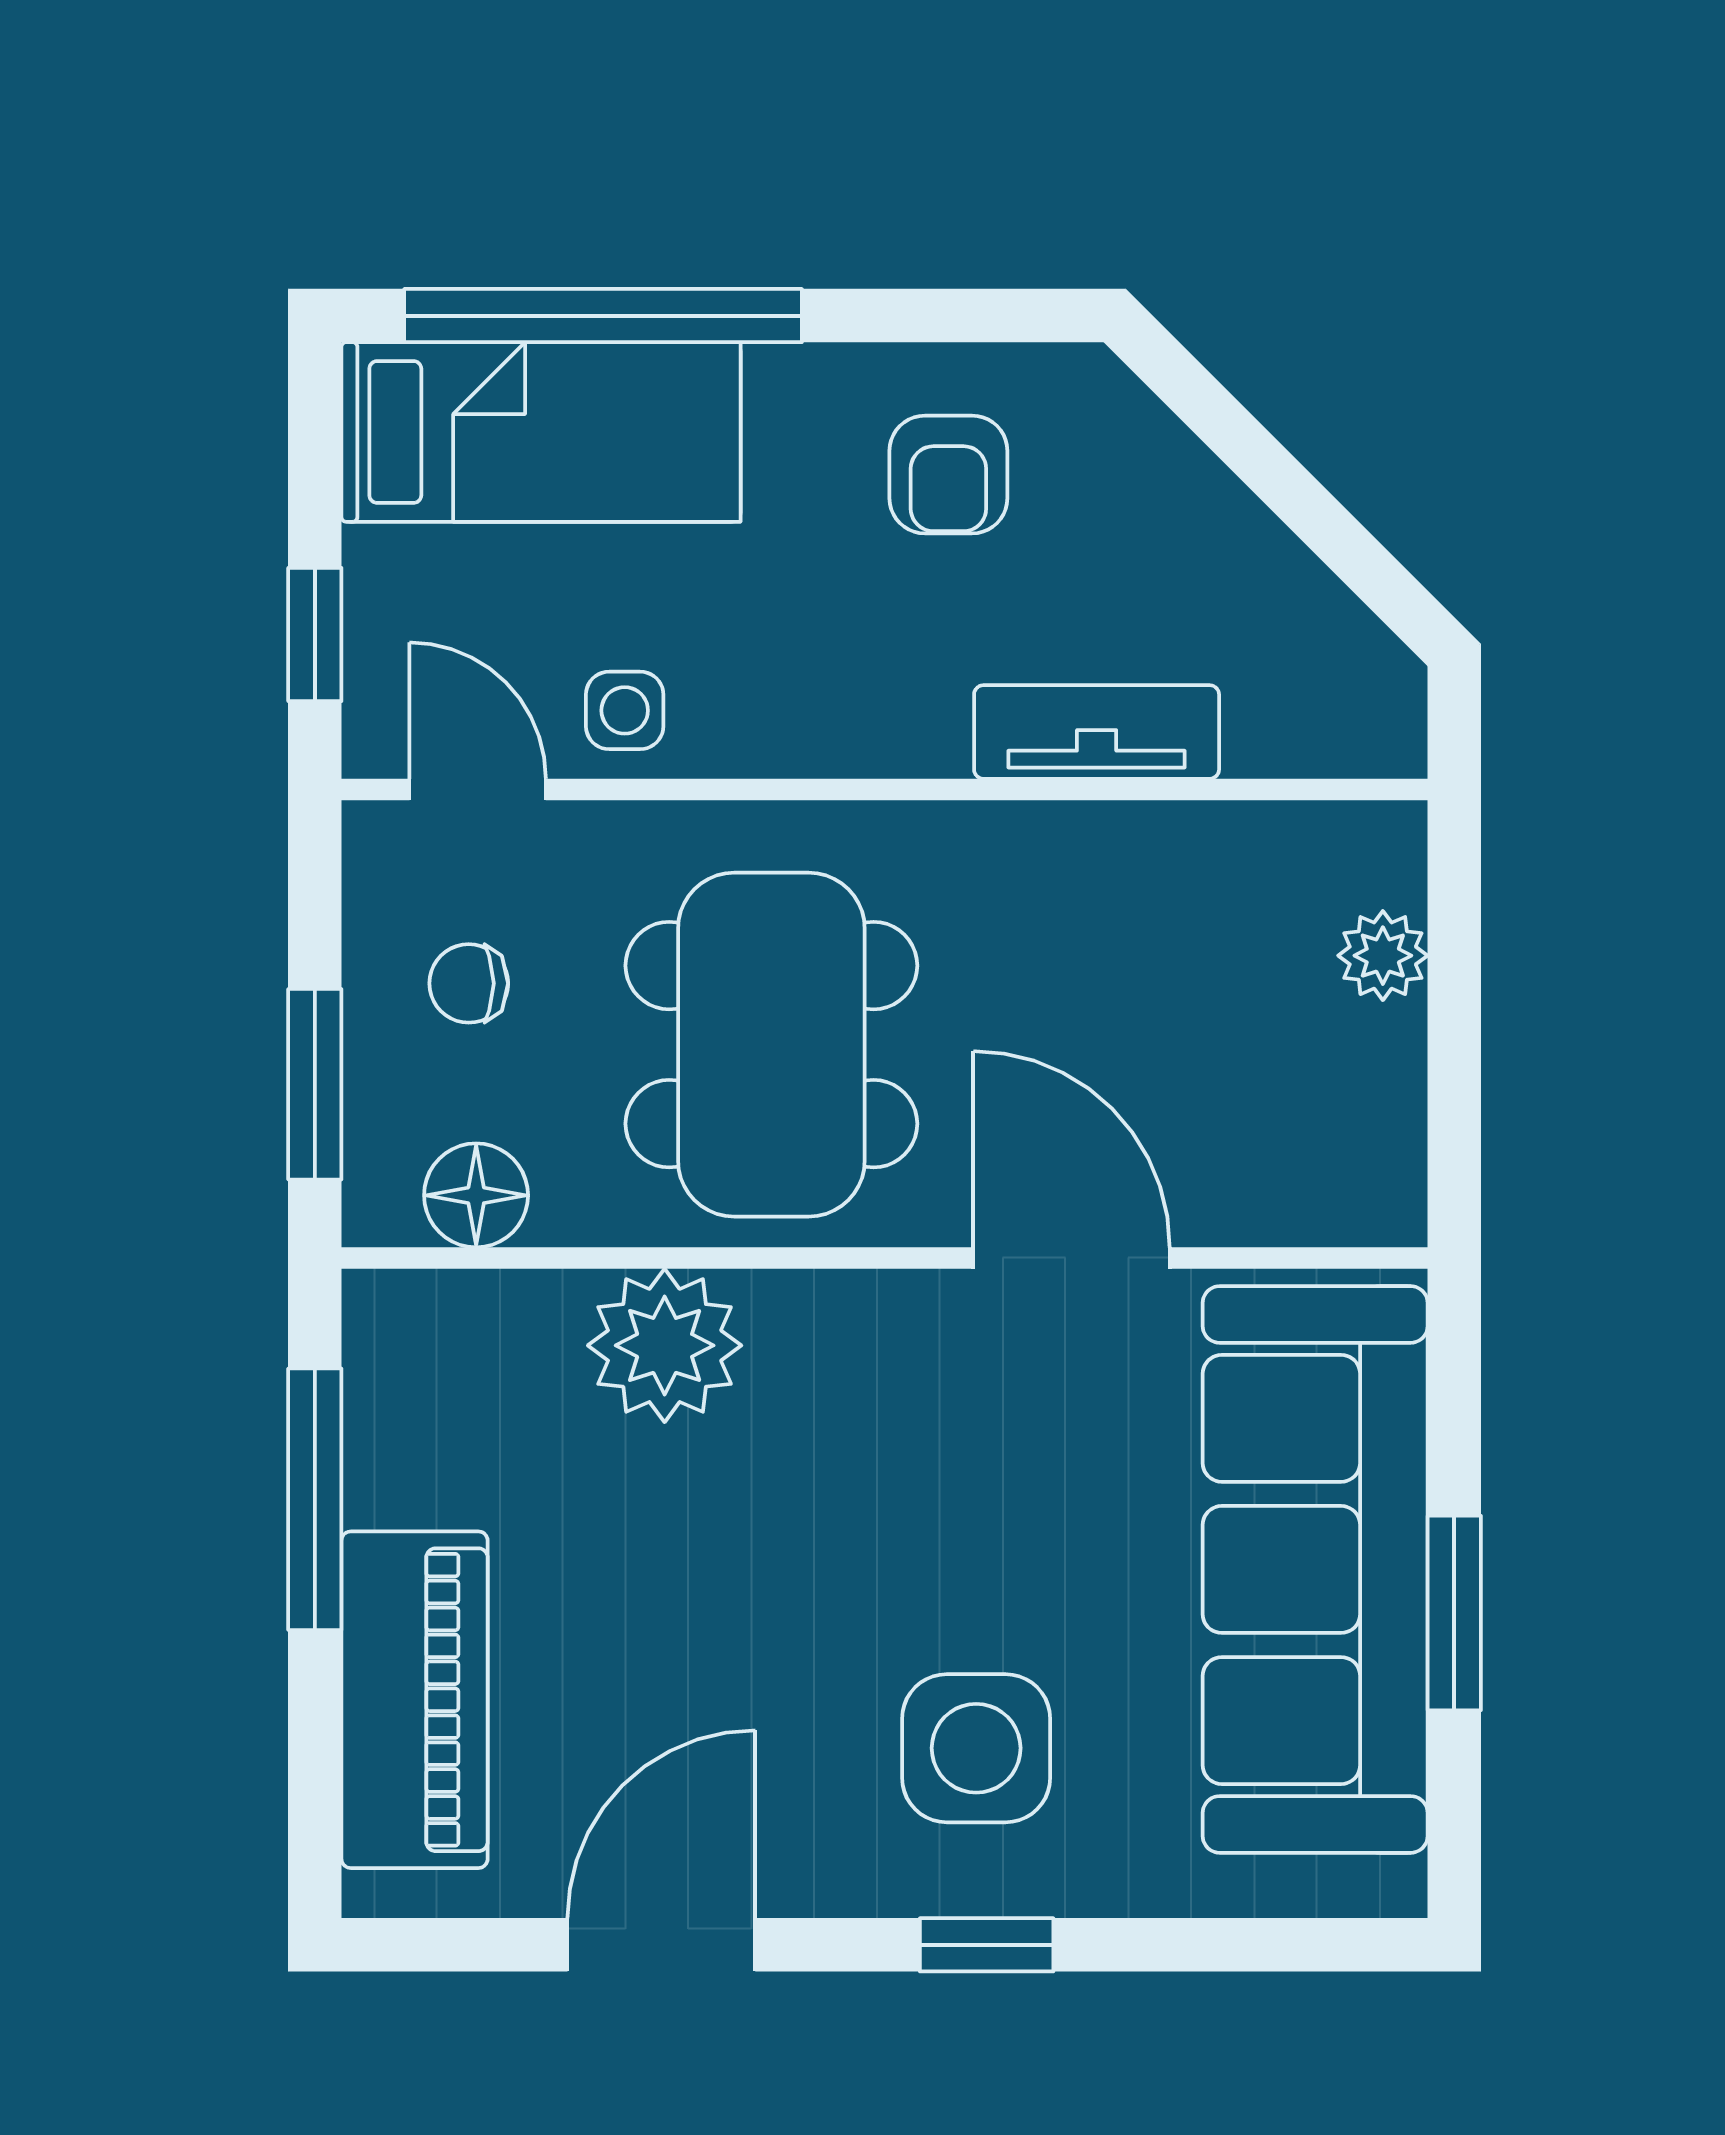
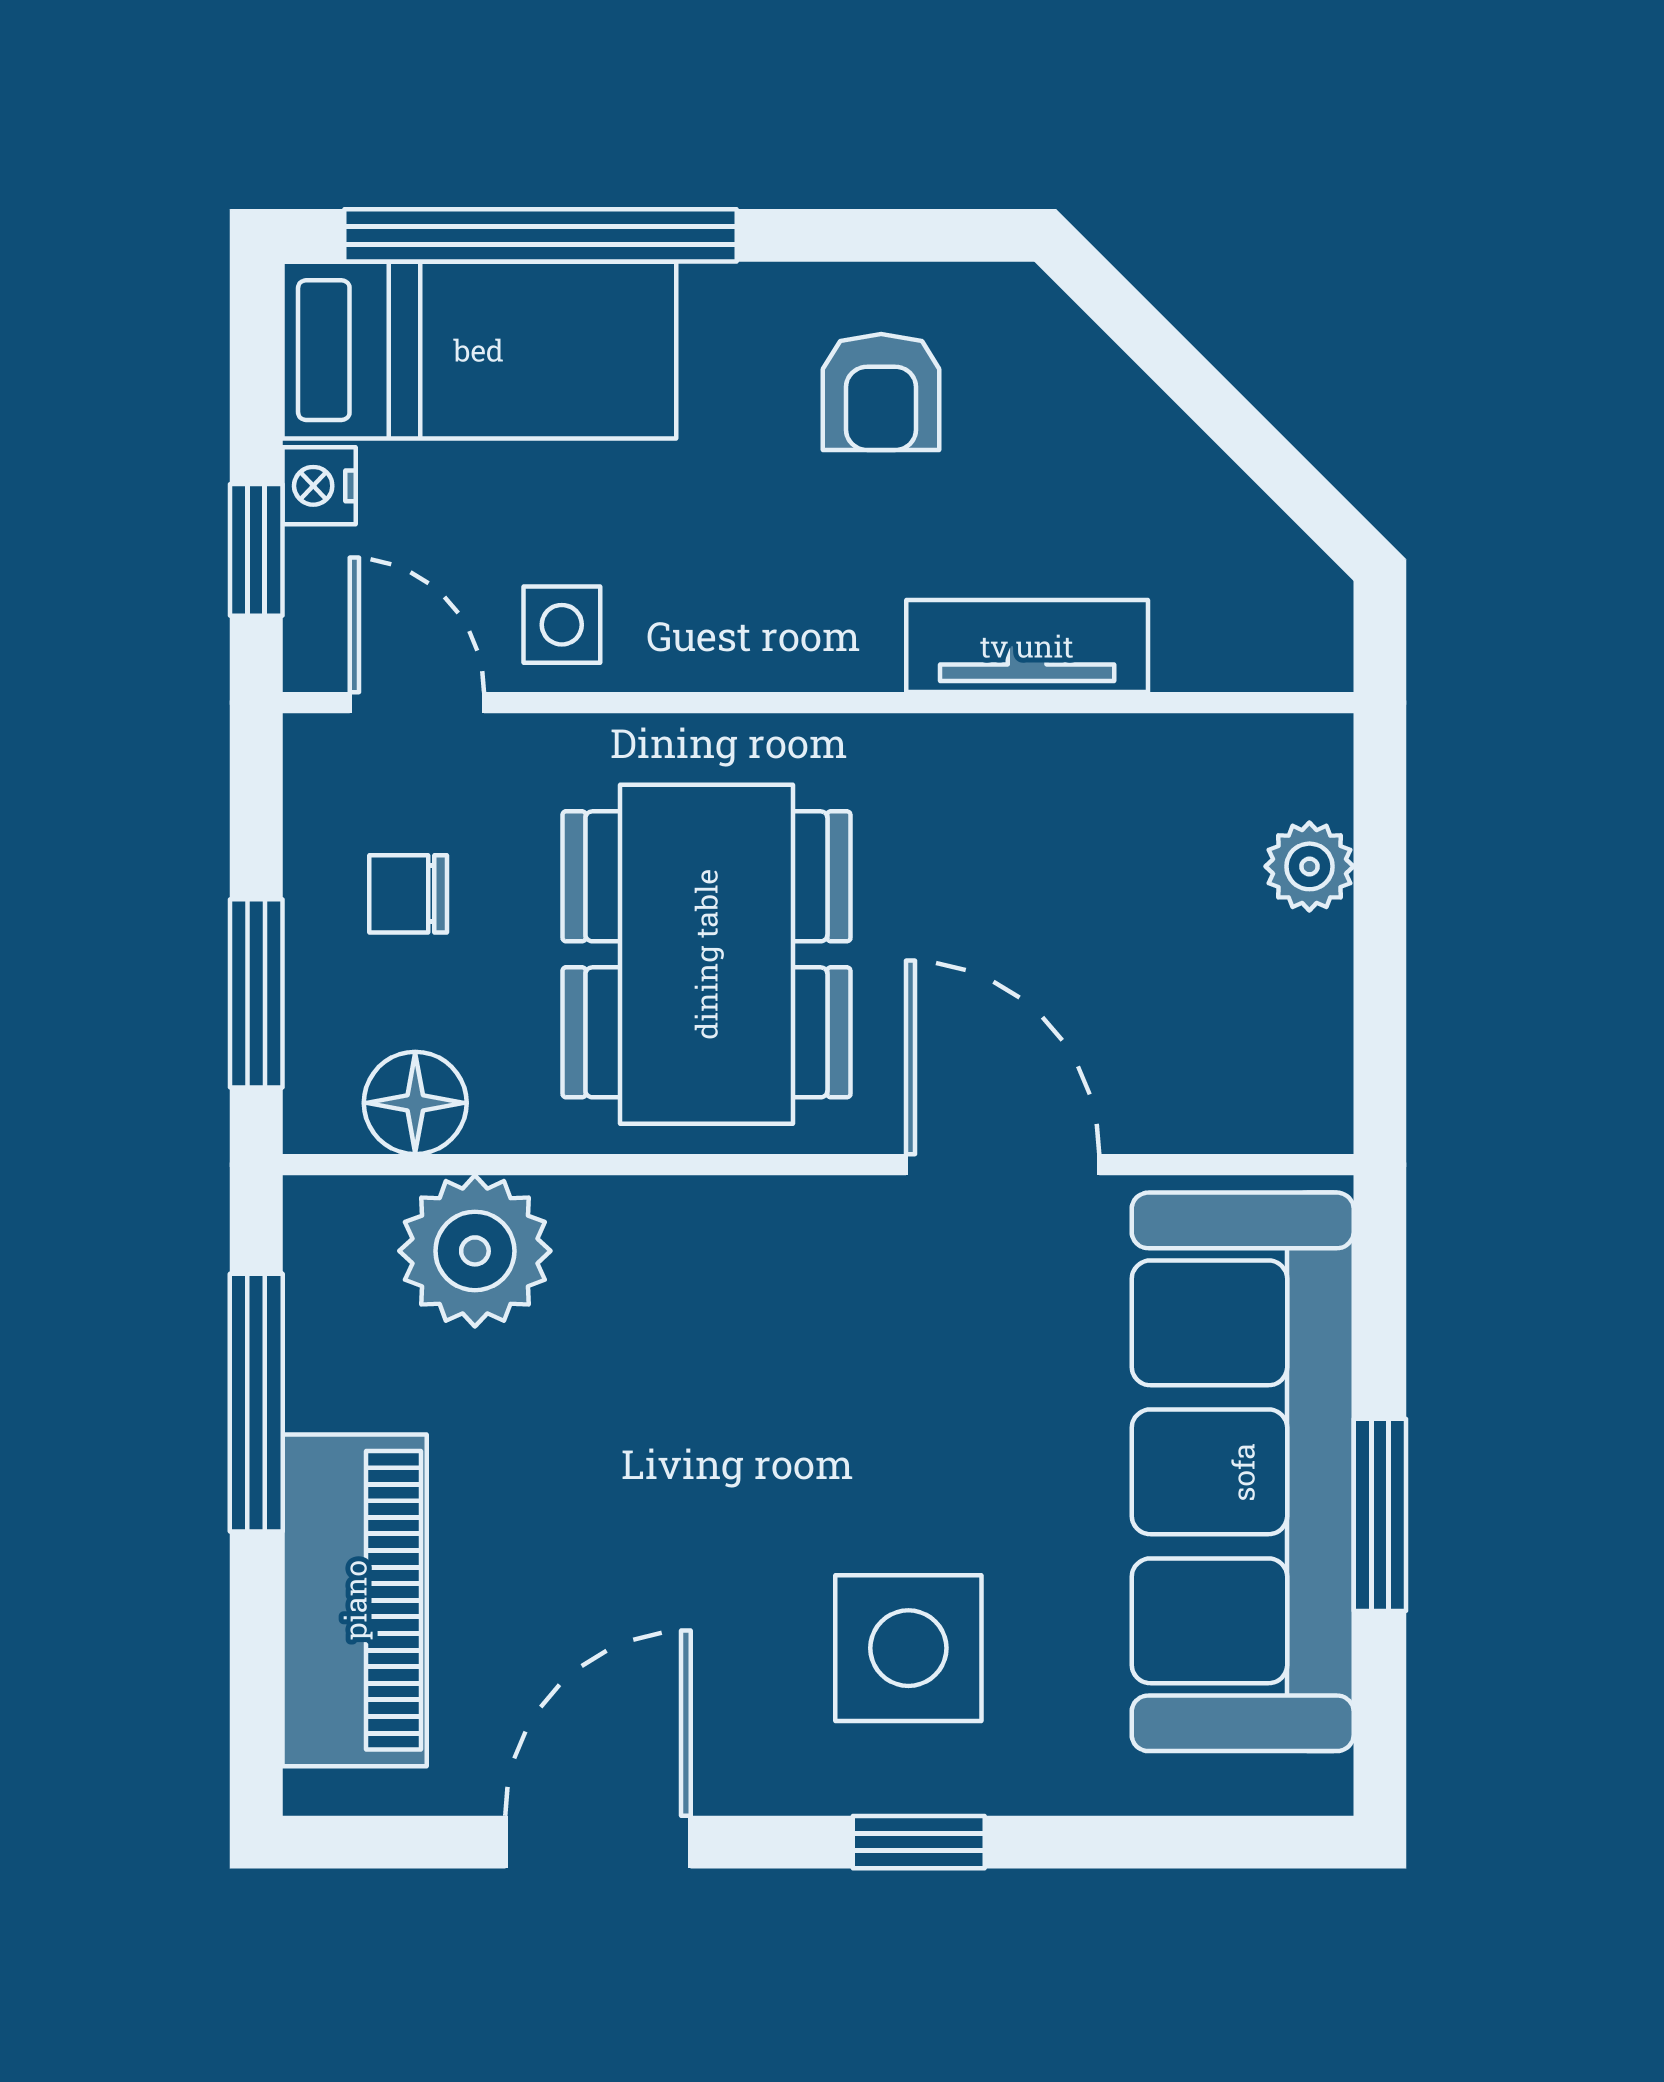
nightstand: (379, 570) -> (319, 486), added
plant: (665, 1345) -> (475, 1251), moved

